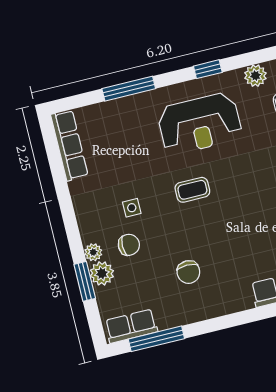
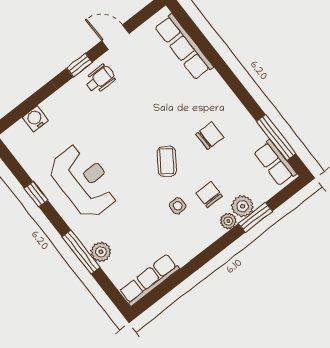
plant: (255, 76) -> (101, 252), moved
coffee table: (192, 190) -> (167, 161), moved, turned 35

